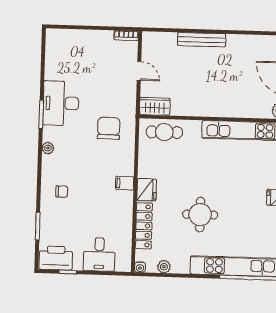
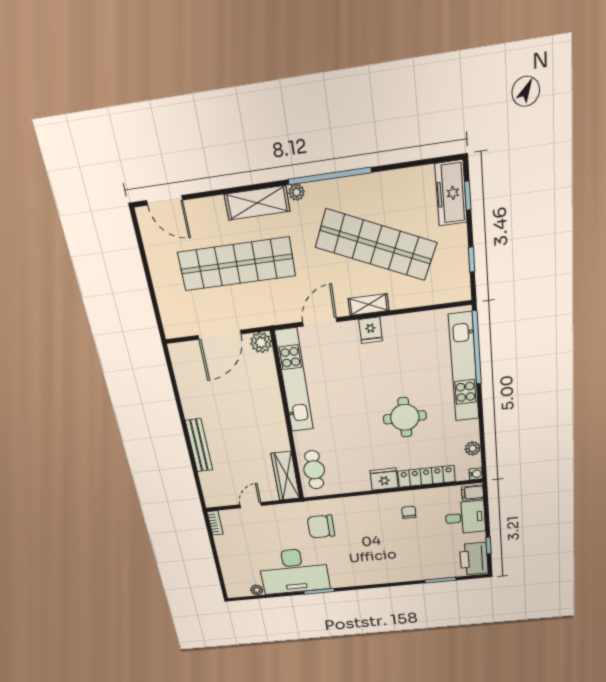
desk: (61, 103) -> (294, 571), width x1.36, depth x1.30
wardrobe: (155, 106) -> (285, 476), width x1.50
plant: (48, 148) -> (257, 590), moved
filing cabinet: (125, 183) -> (473, 493), moved, turned 90
chair: (62, 192) -> (409, 512), moved

